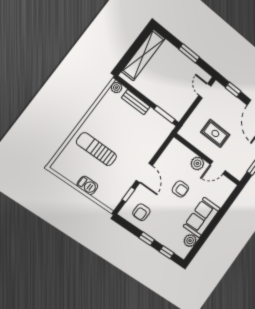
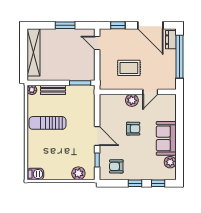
sun lounger: (97, 149) -> (47, 123), moved
barbecue: (87, 185) -> (35, 174), moved
plant: (103, 195) -> (78, 173), added
armchair: (141, 212) -> (116, 166), turned 90

